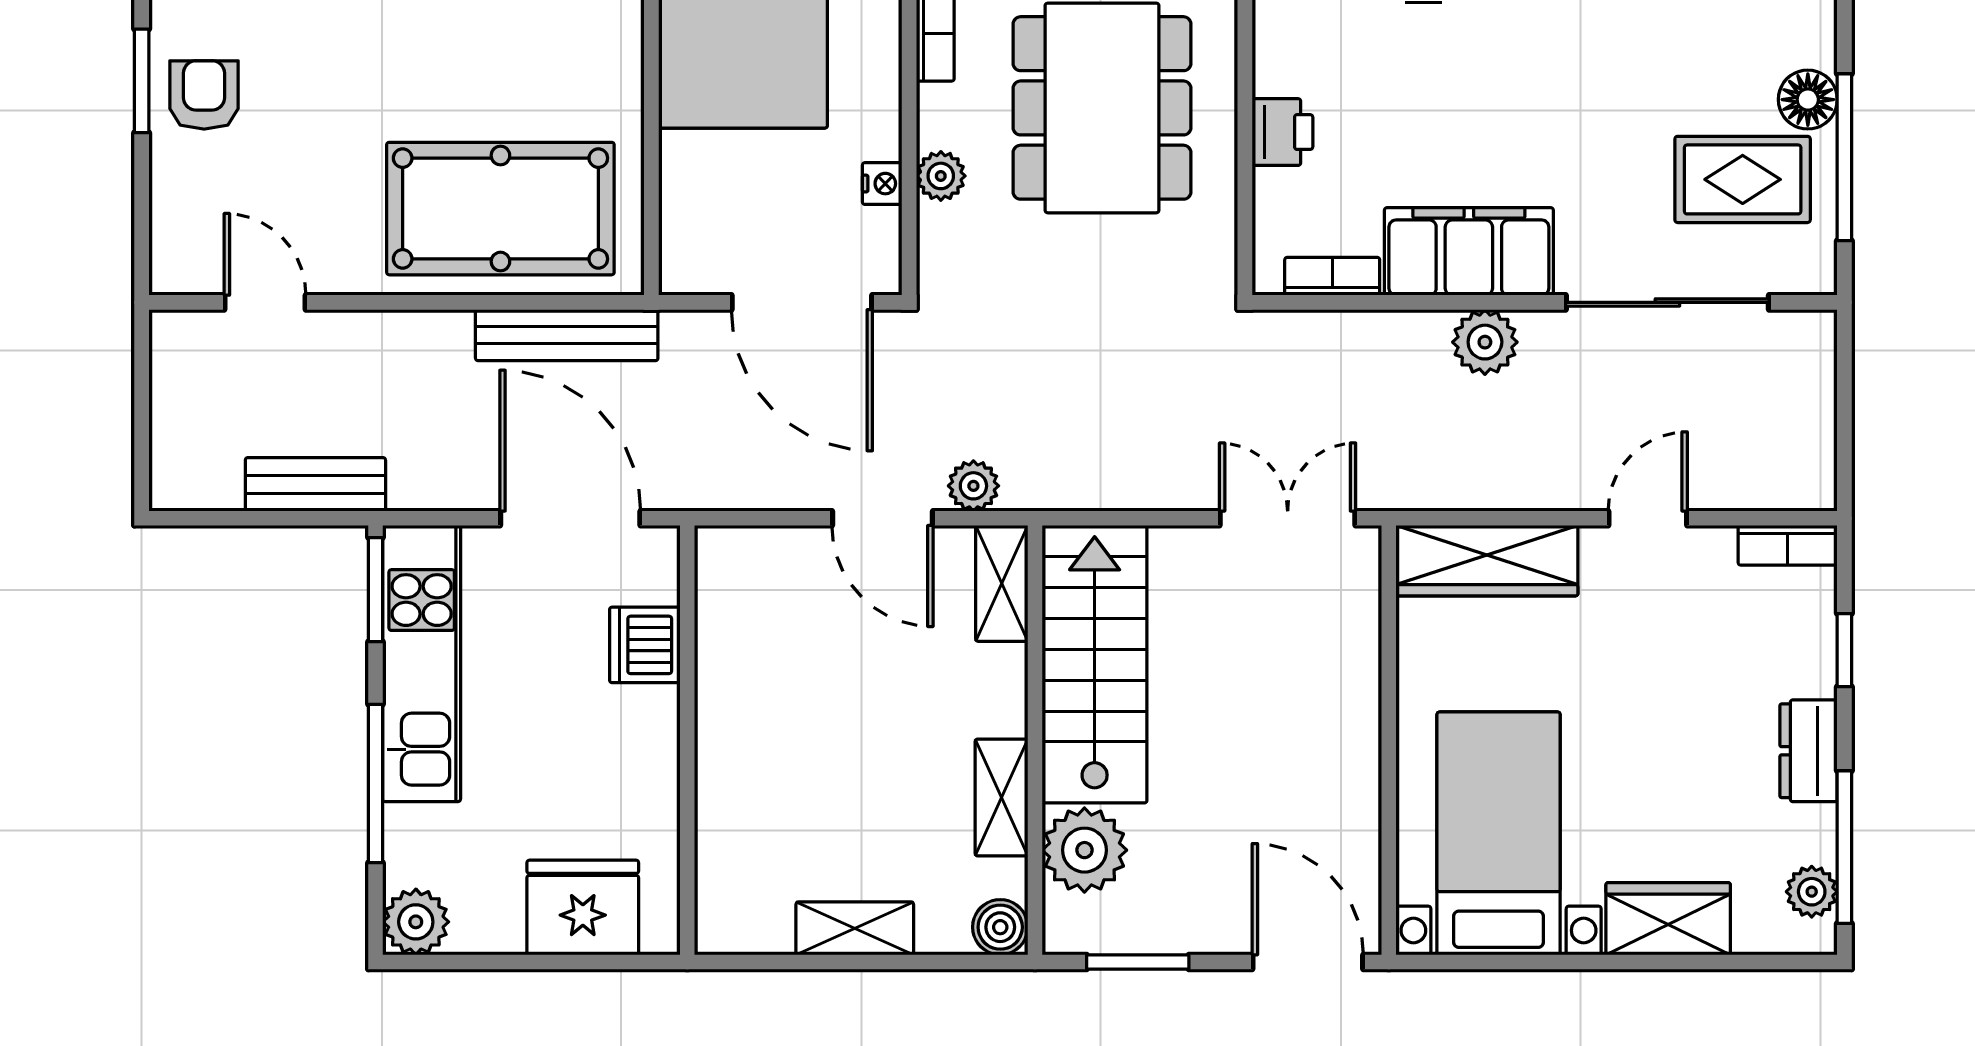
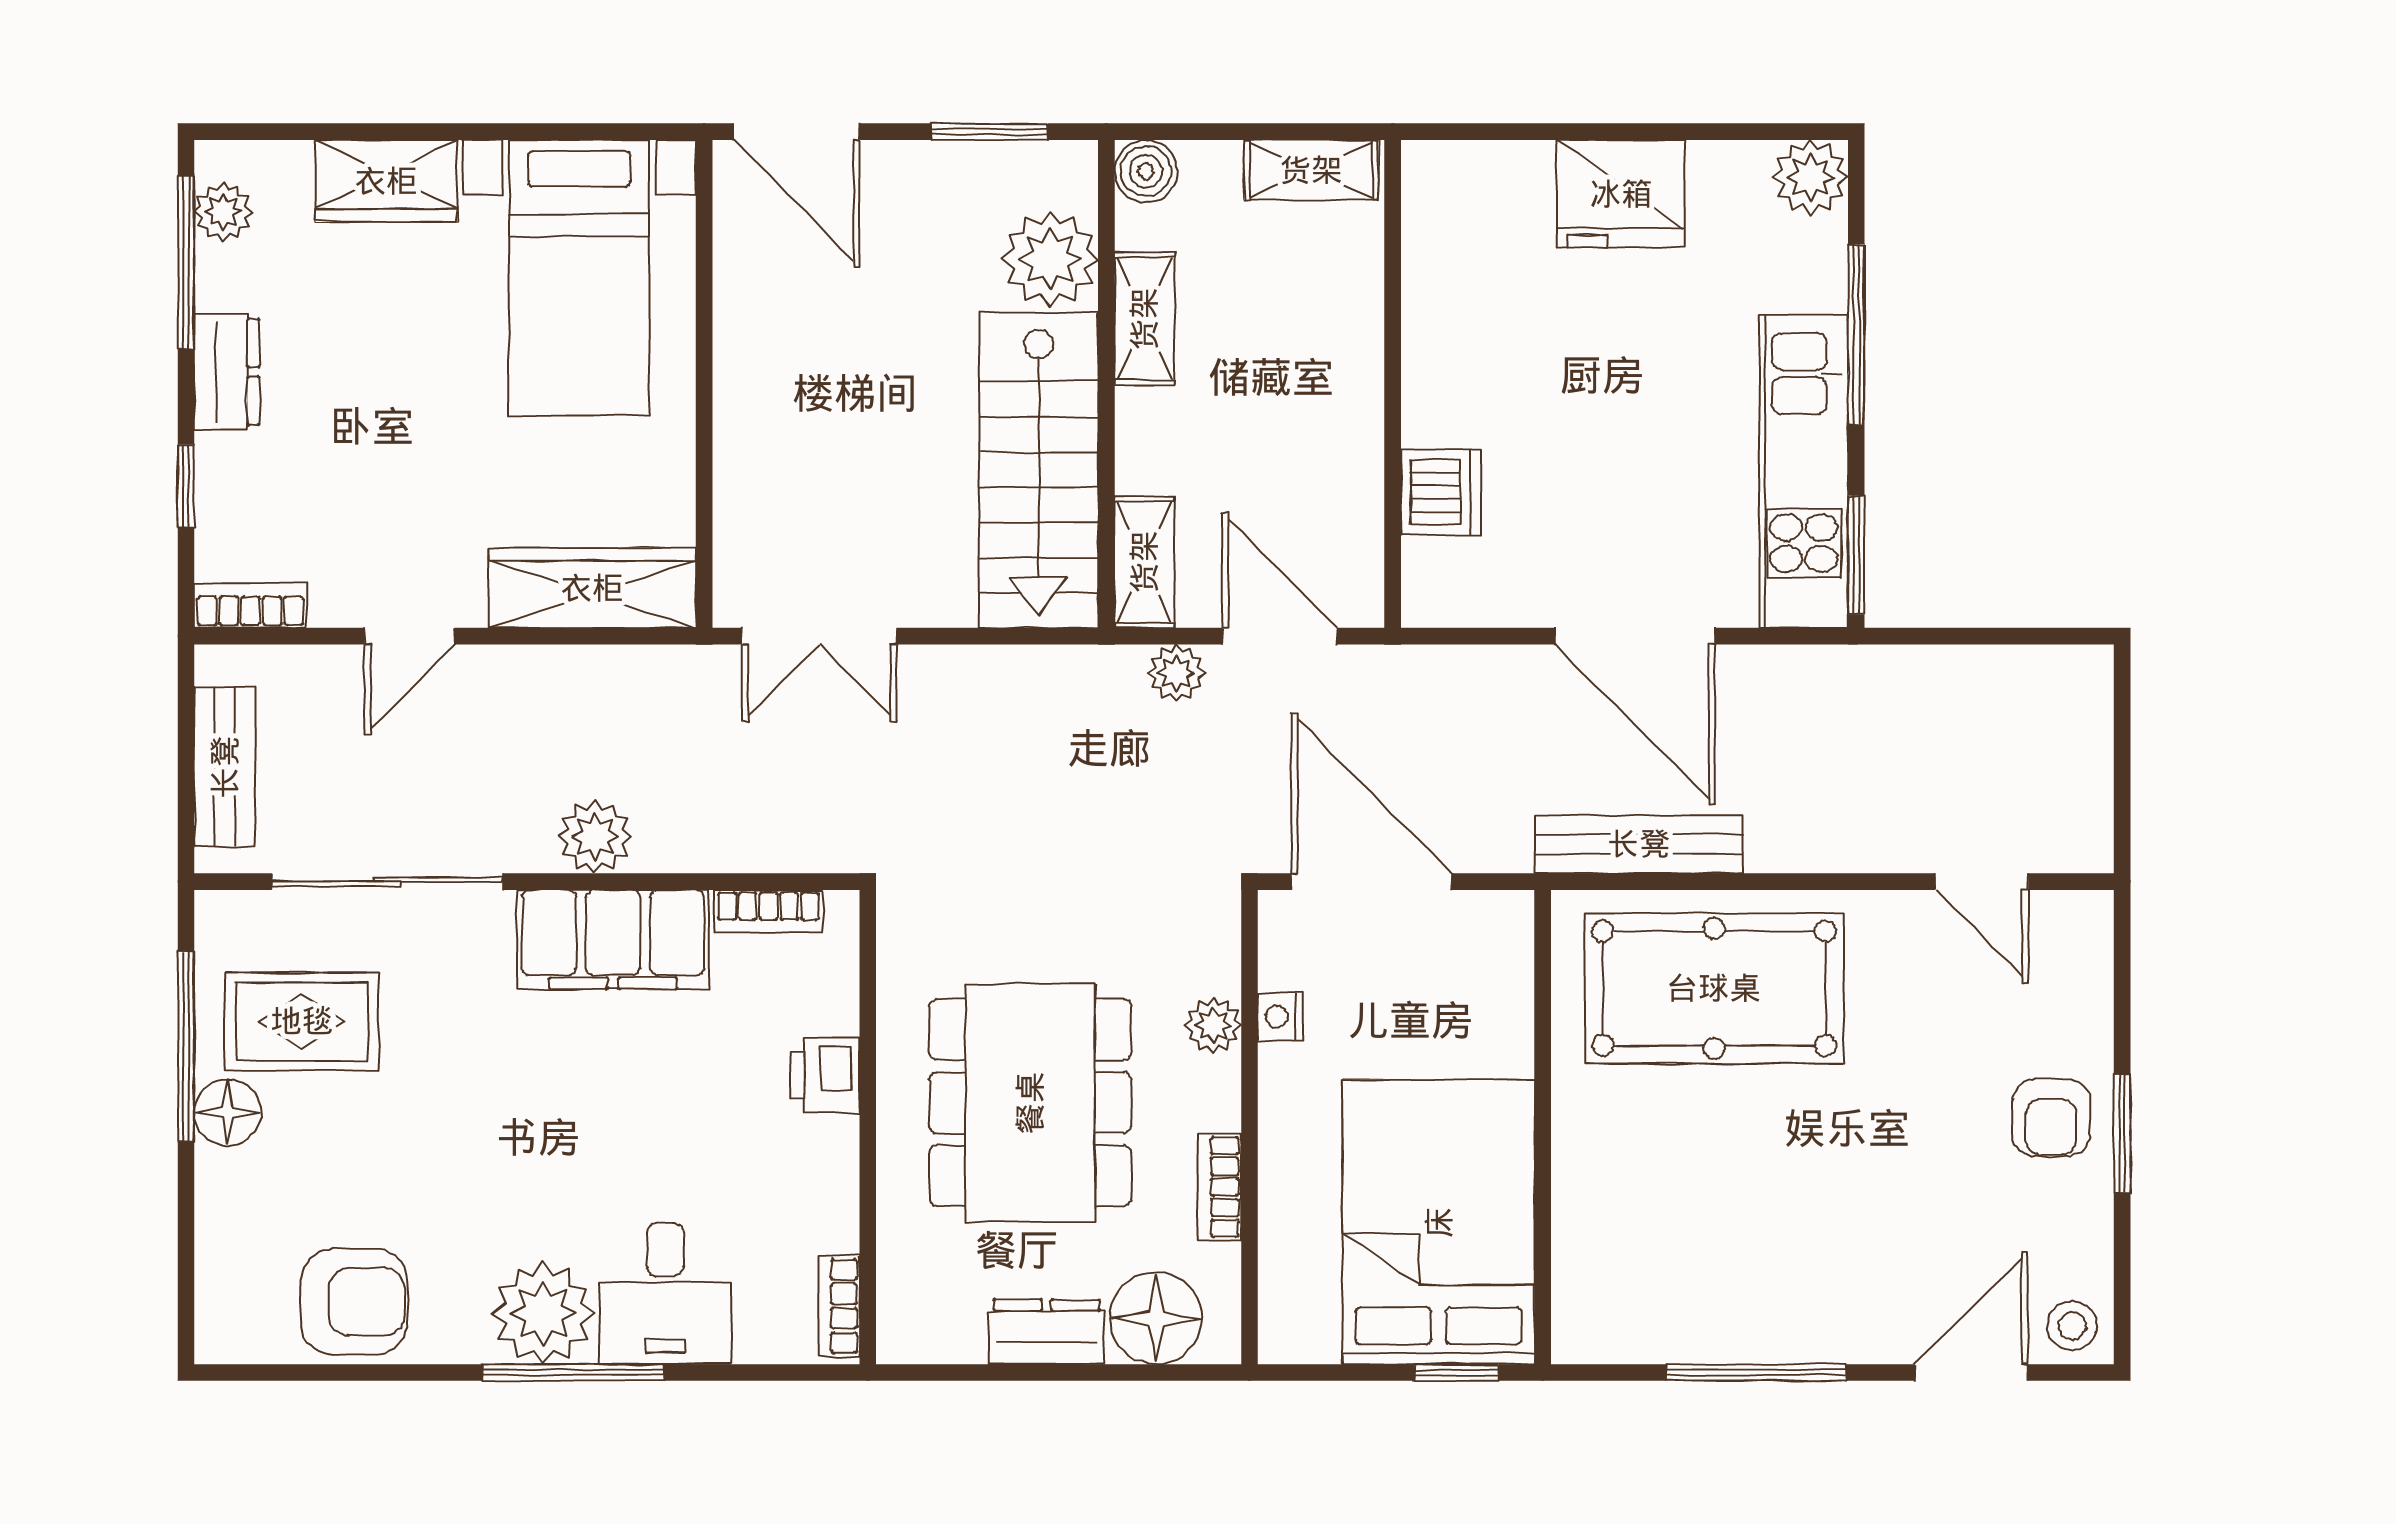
bench: (315, 484) -> (225, 767), moved, turned 90
dishwasher: (645, 645) -> (1441, 492), moved
wall: (687, 740) -> (1393, 384), moved

